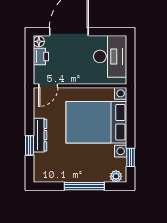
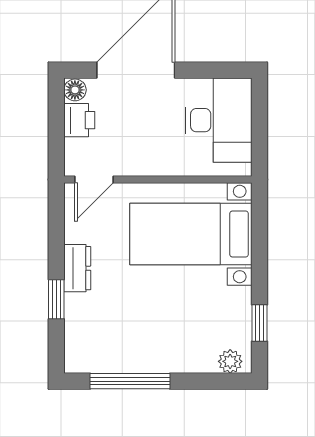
bed with nightstands: (96, 122) -> (191, 234), width x0.73
dresser: (40, 135) -> (77, 268), width x0.70
window: (84, 186) -> (130, 381), moved

